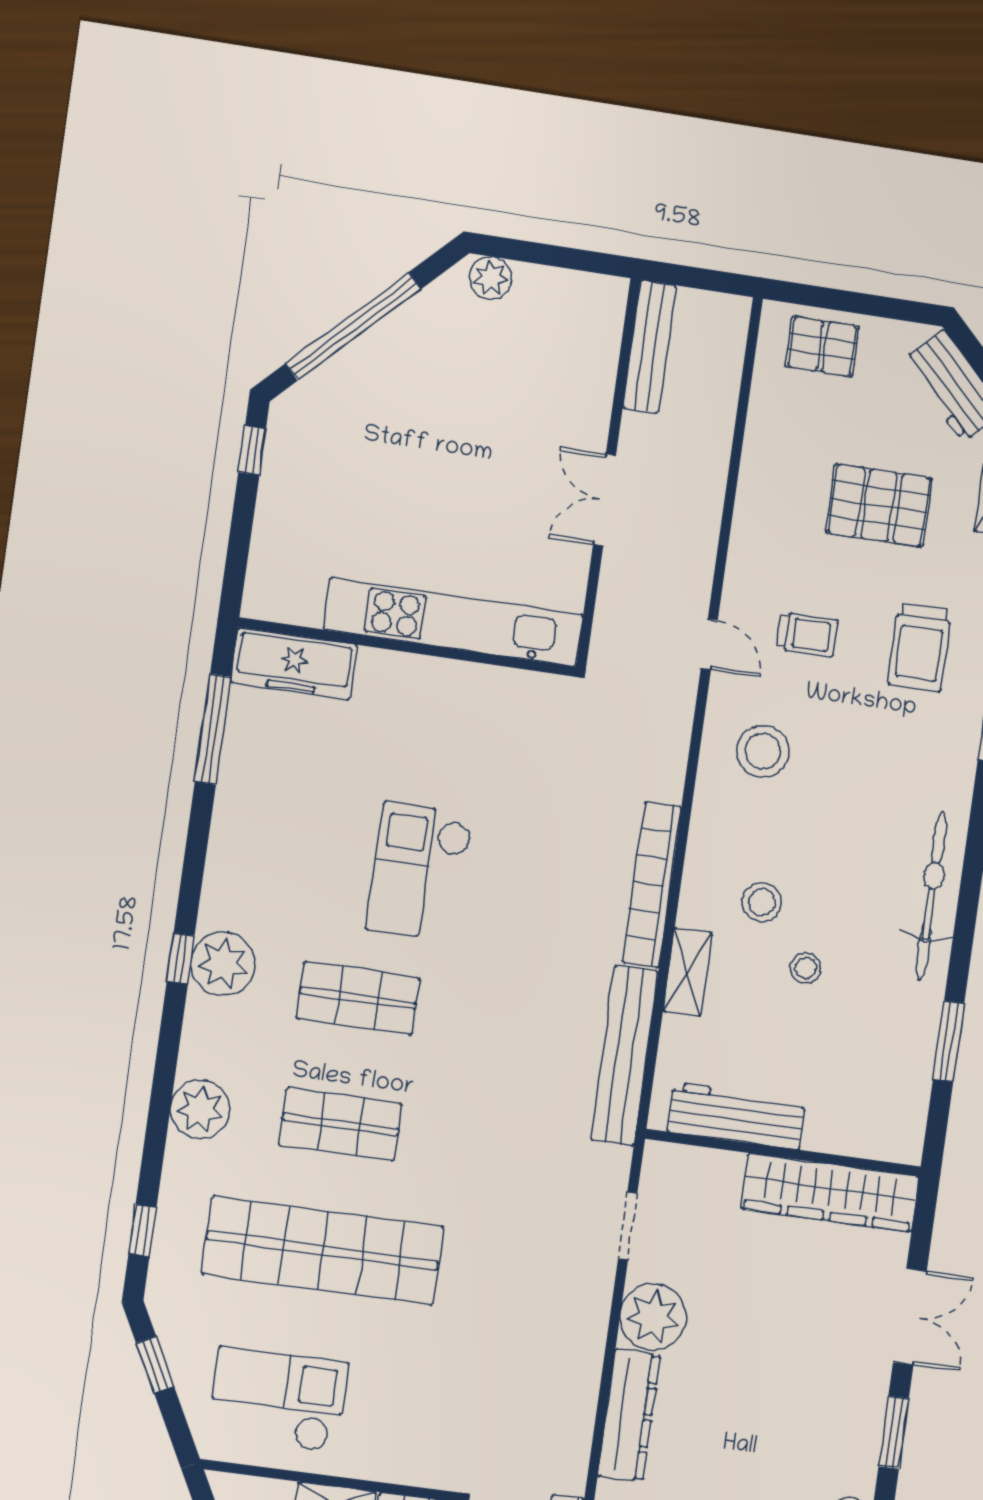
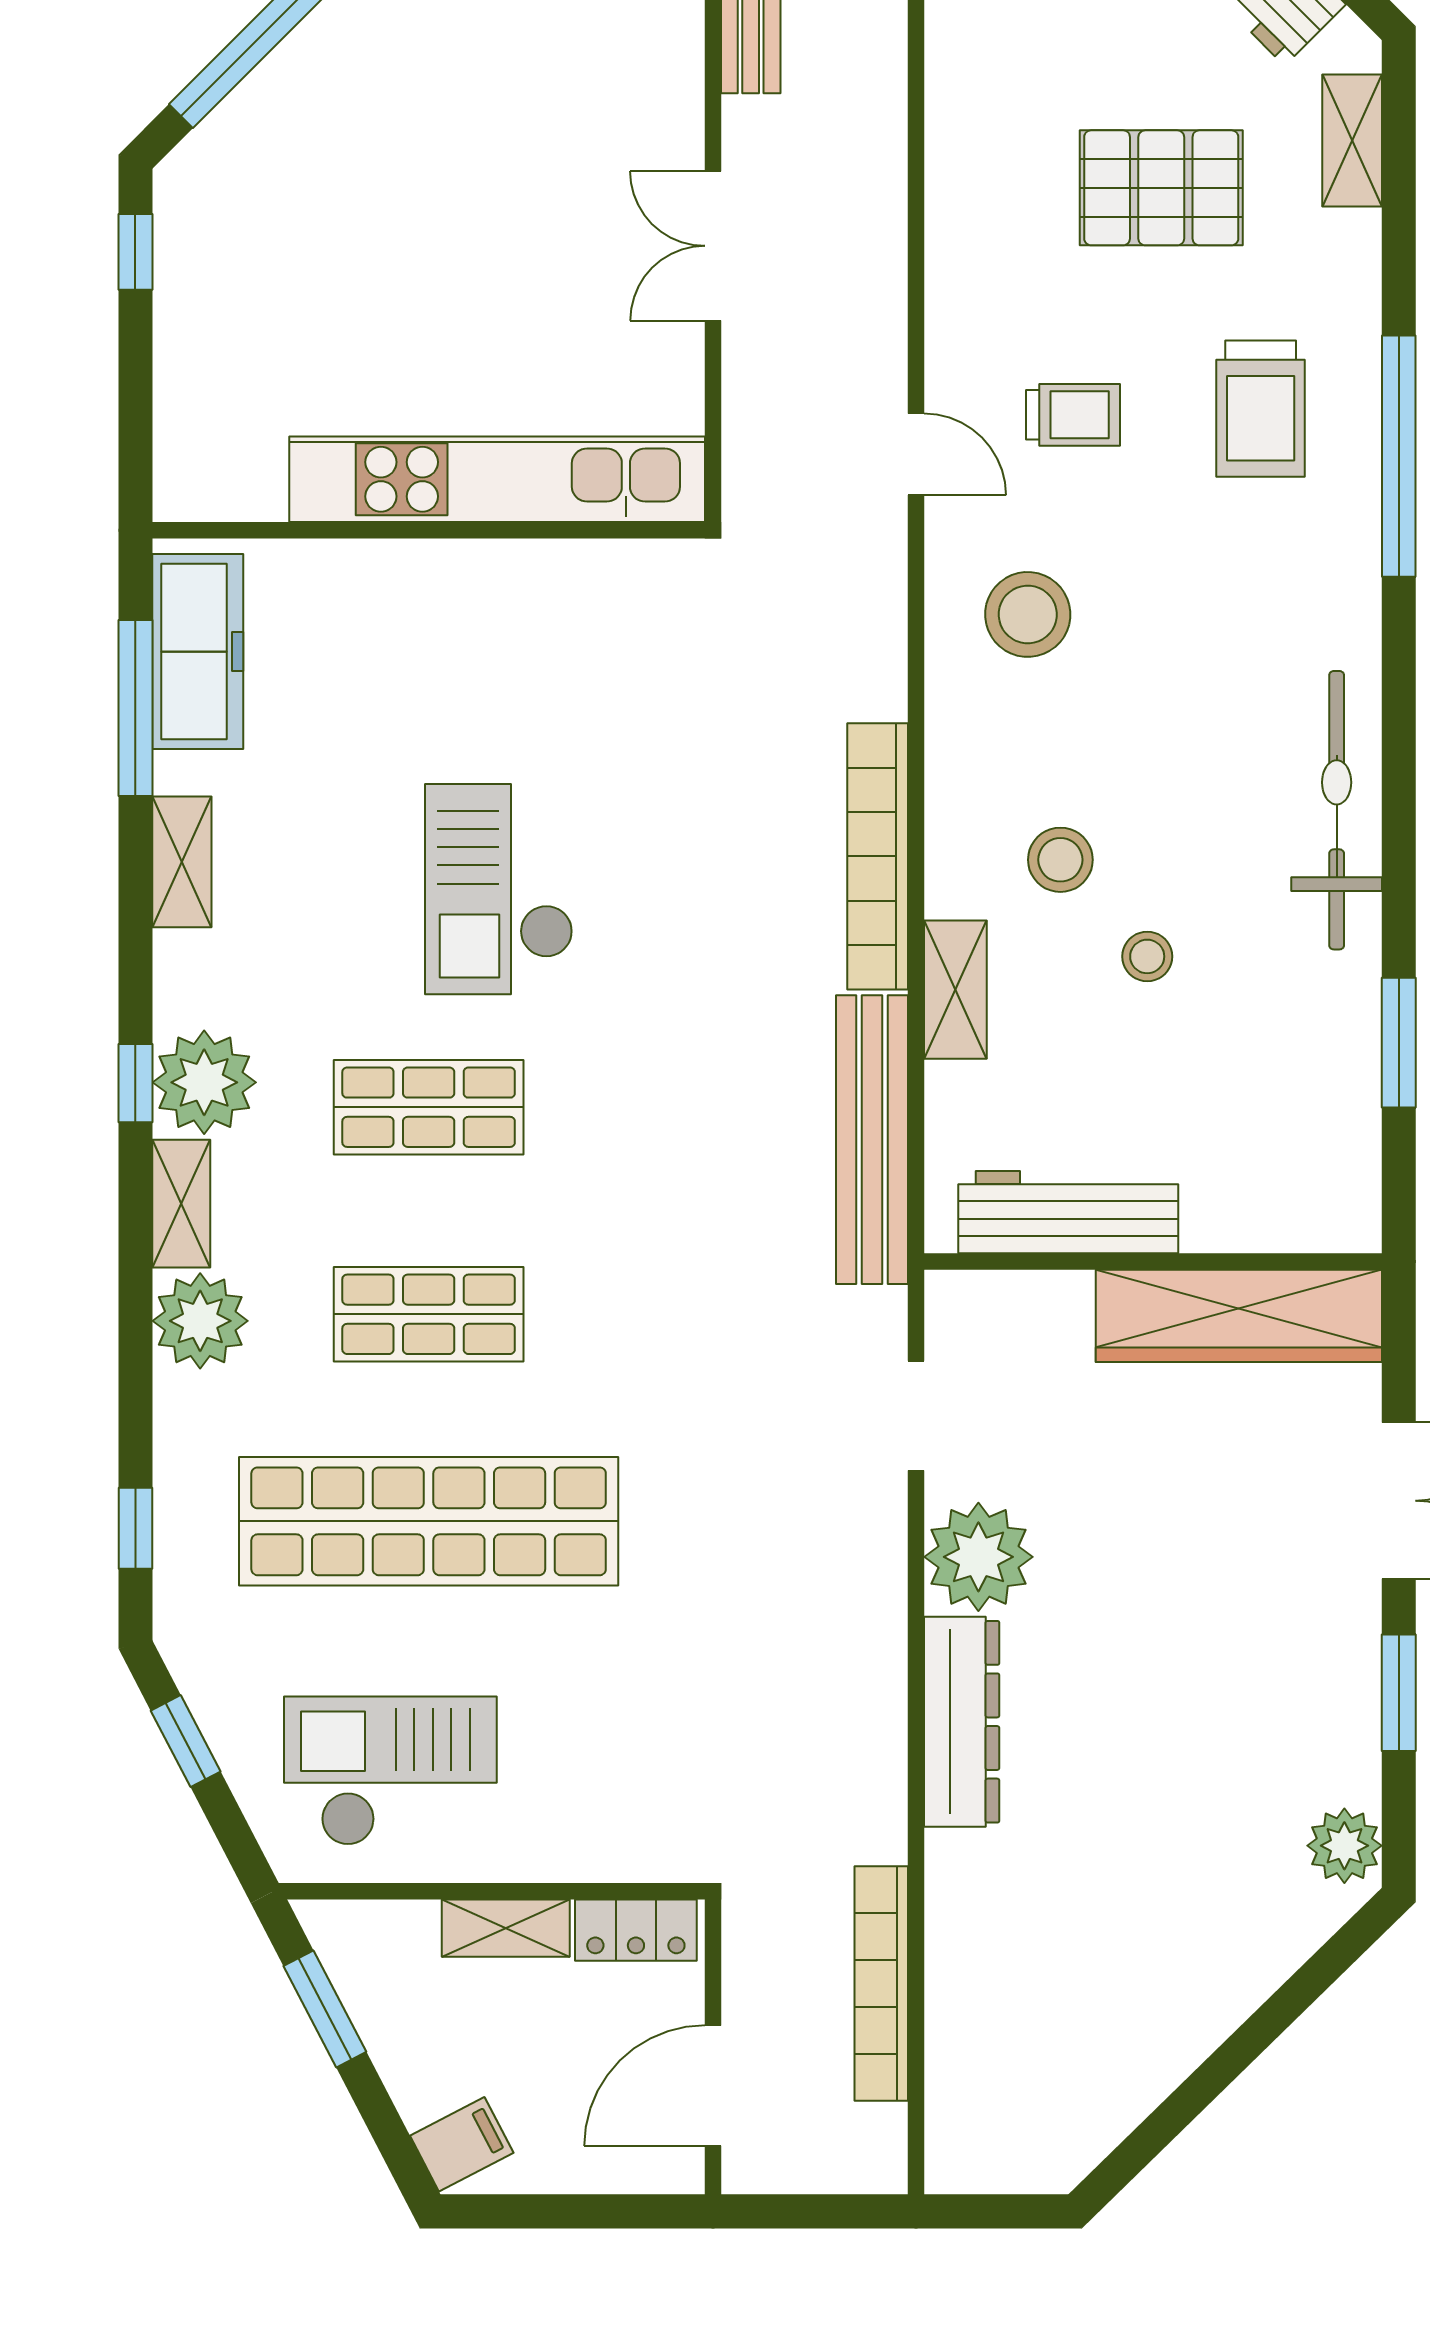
freezer: (294, 664) -> (198, 652), moved, turned -90
shelving: (228, 827) -> (182, 862), added
shelving: (198, 1036) -> (181, 1204), added

